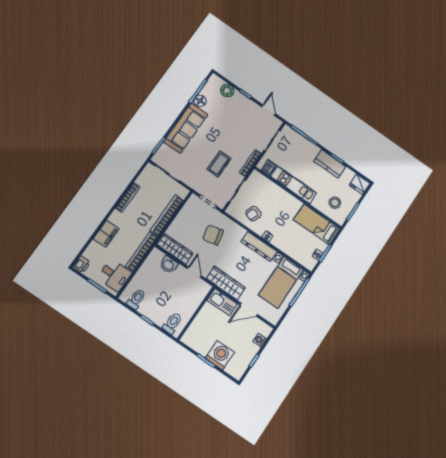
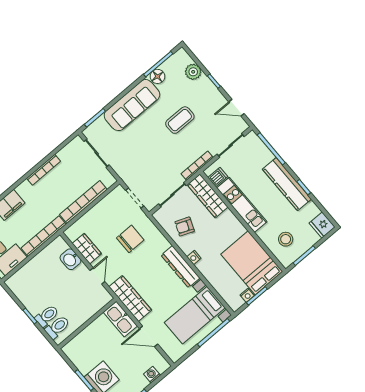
door: (269, 110) -> (236, 108), swing flipped
coffee table: (219, 164) -> (180, 120), moved
kitchen counter: (330, 164) -> (287, 184), width x1.50
wardrobe: (265, 185) -> (208, 196), added
bed: (317, 224) -> (252, 263), width x1.50
chair: (213, 235) -> (130, 239), turned 103
wardrobe: (175, 249) -> (87, 249), width x0.67
toilet: (136, 299) -> (47, 316), moved

